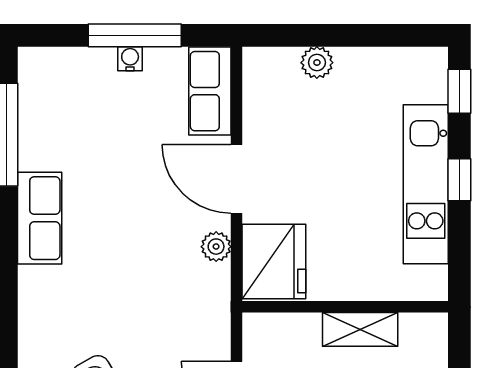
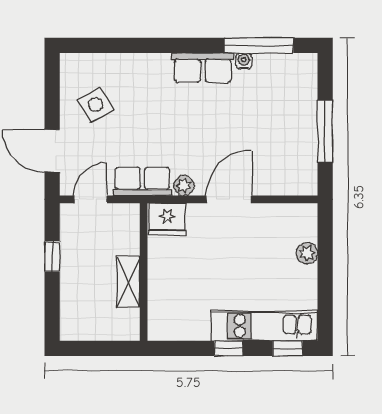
water cooler: (130, 59) -> (244, 61), moved, turned -90
row of seats: (210, 91) -> (142, 181), moved
kitchen unit: (426, 184) -> (264, 326), moved
fridge: (274, 262) -> (167, 219), width x0.73, depth x0.75

